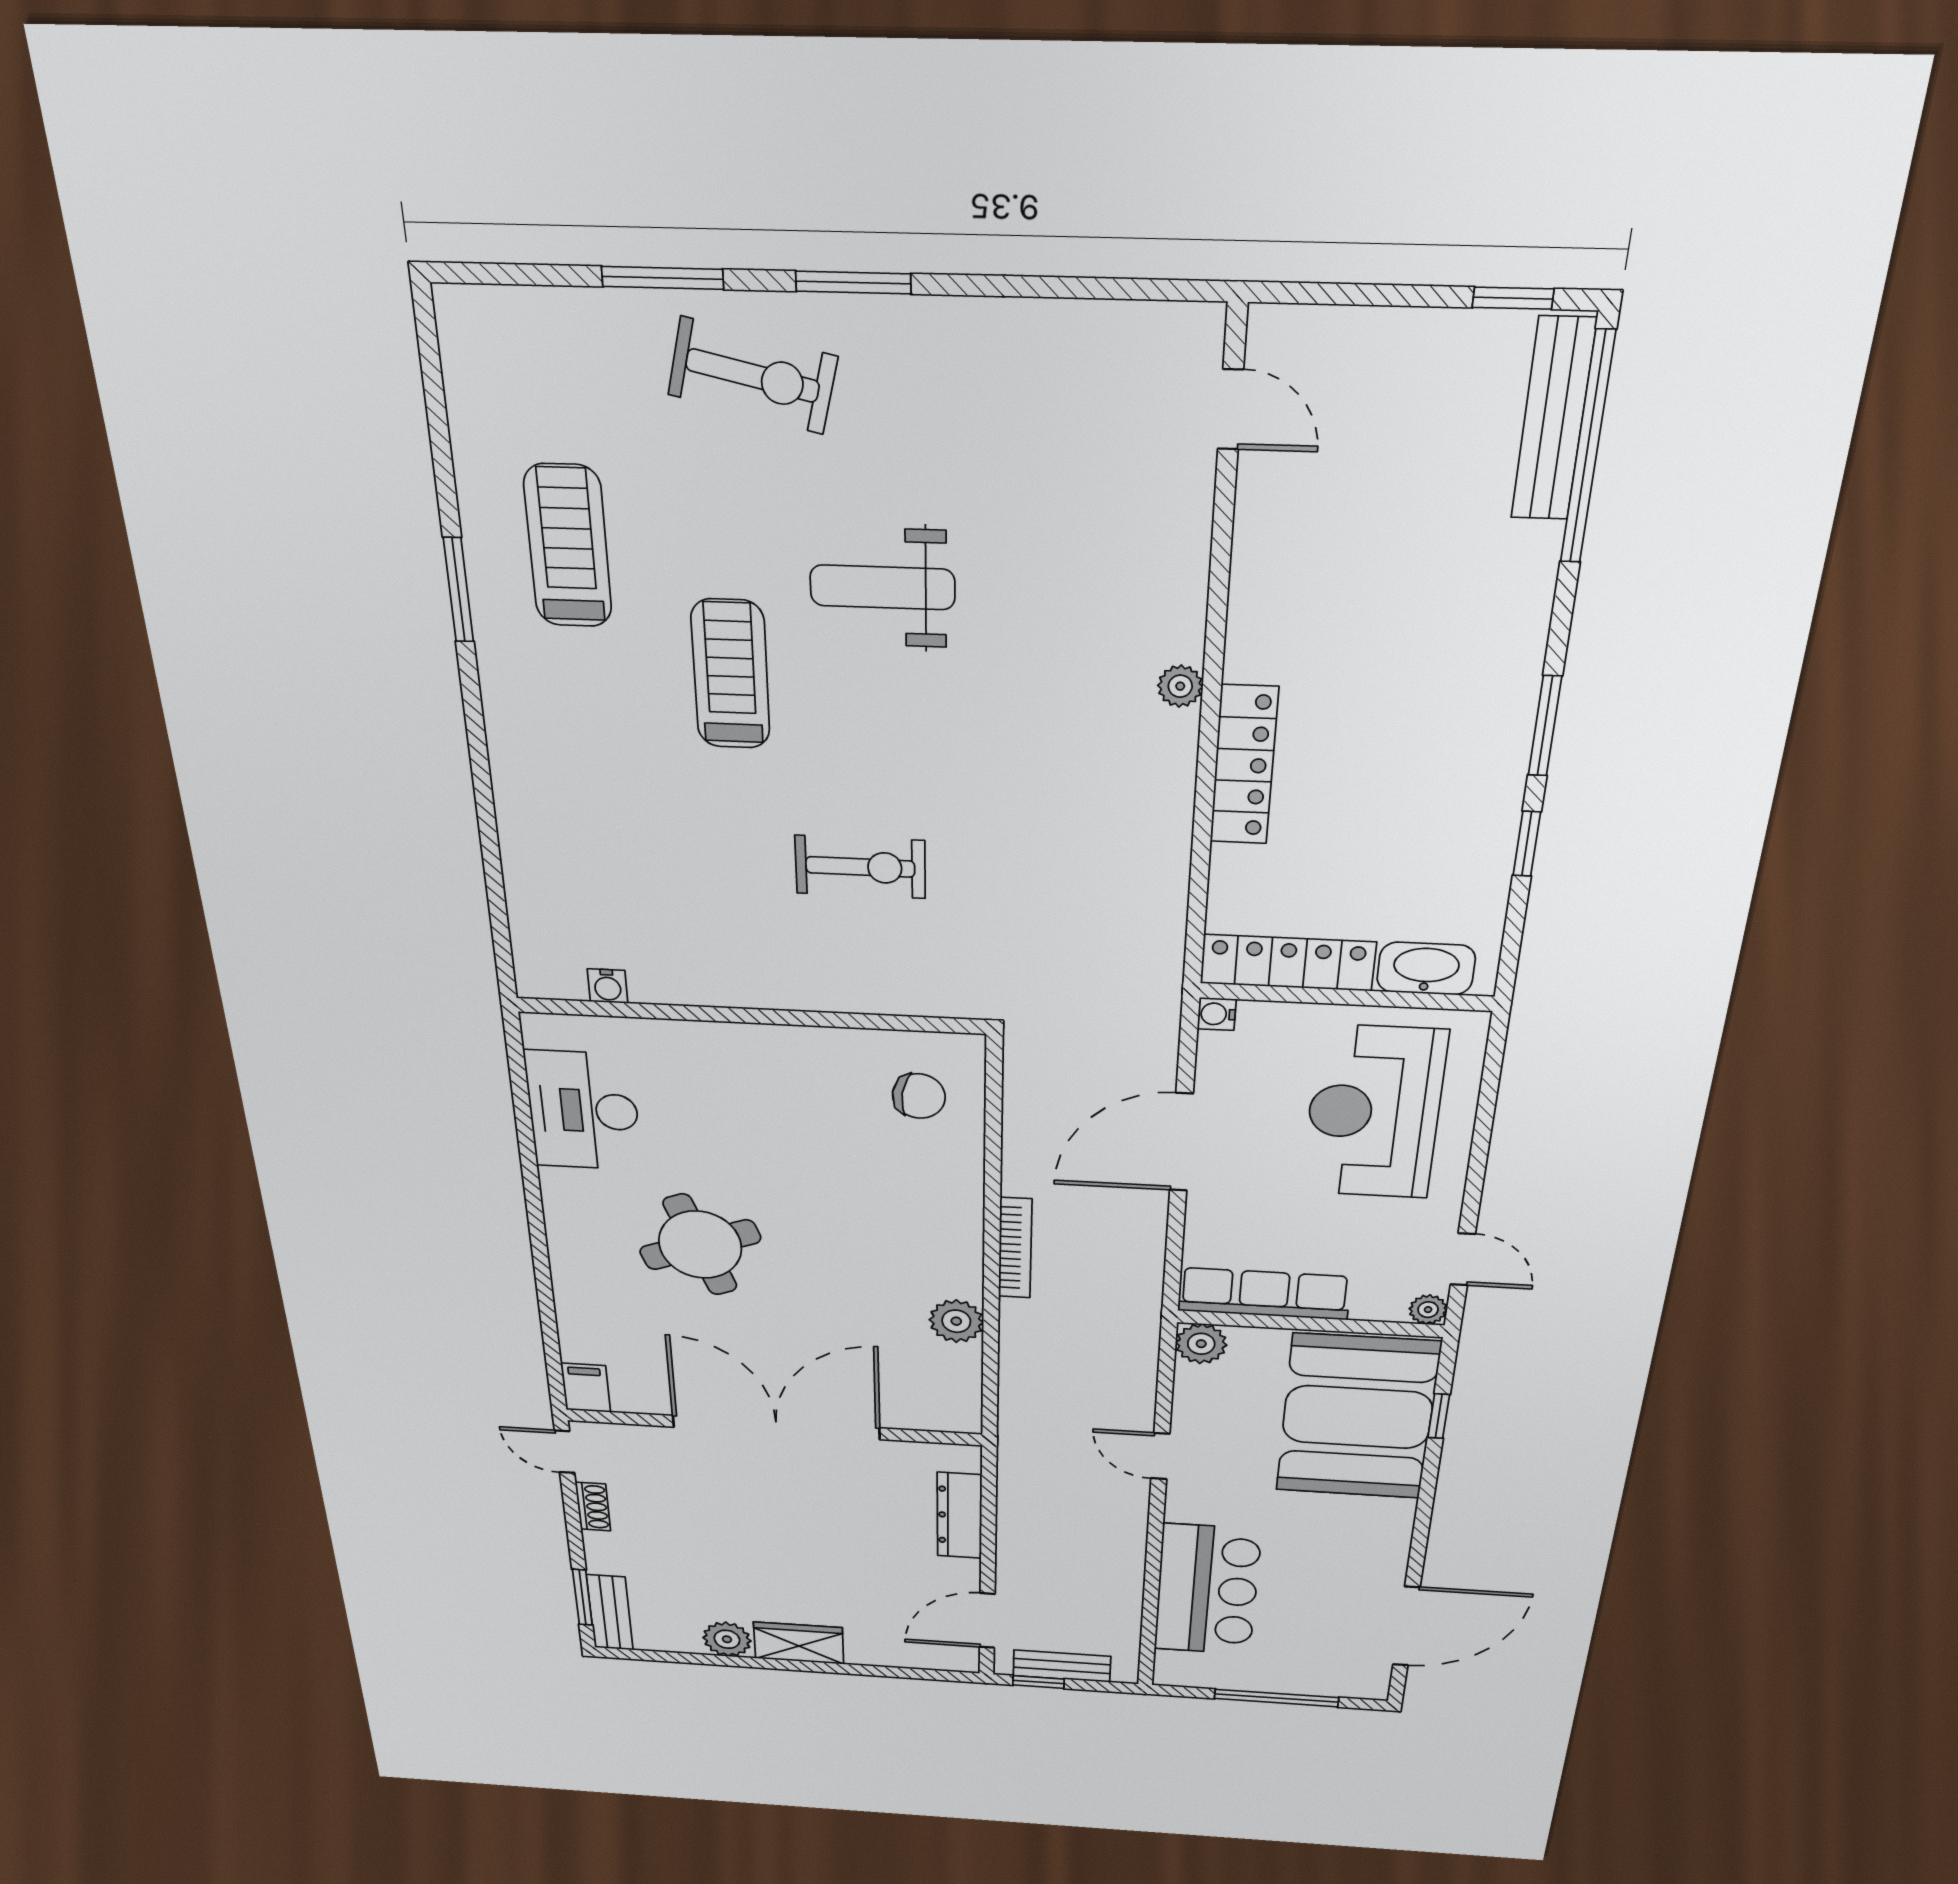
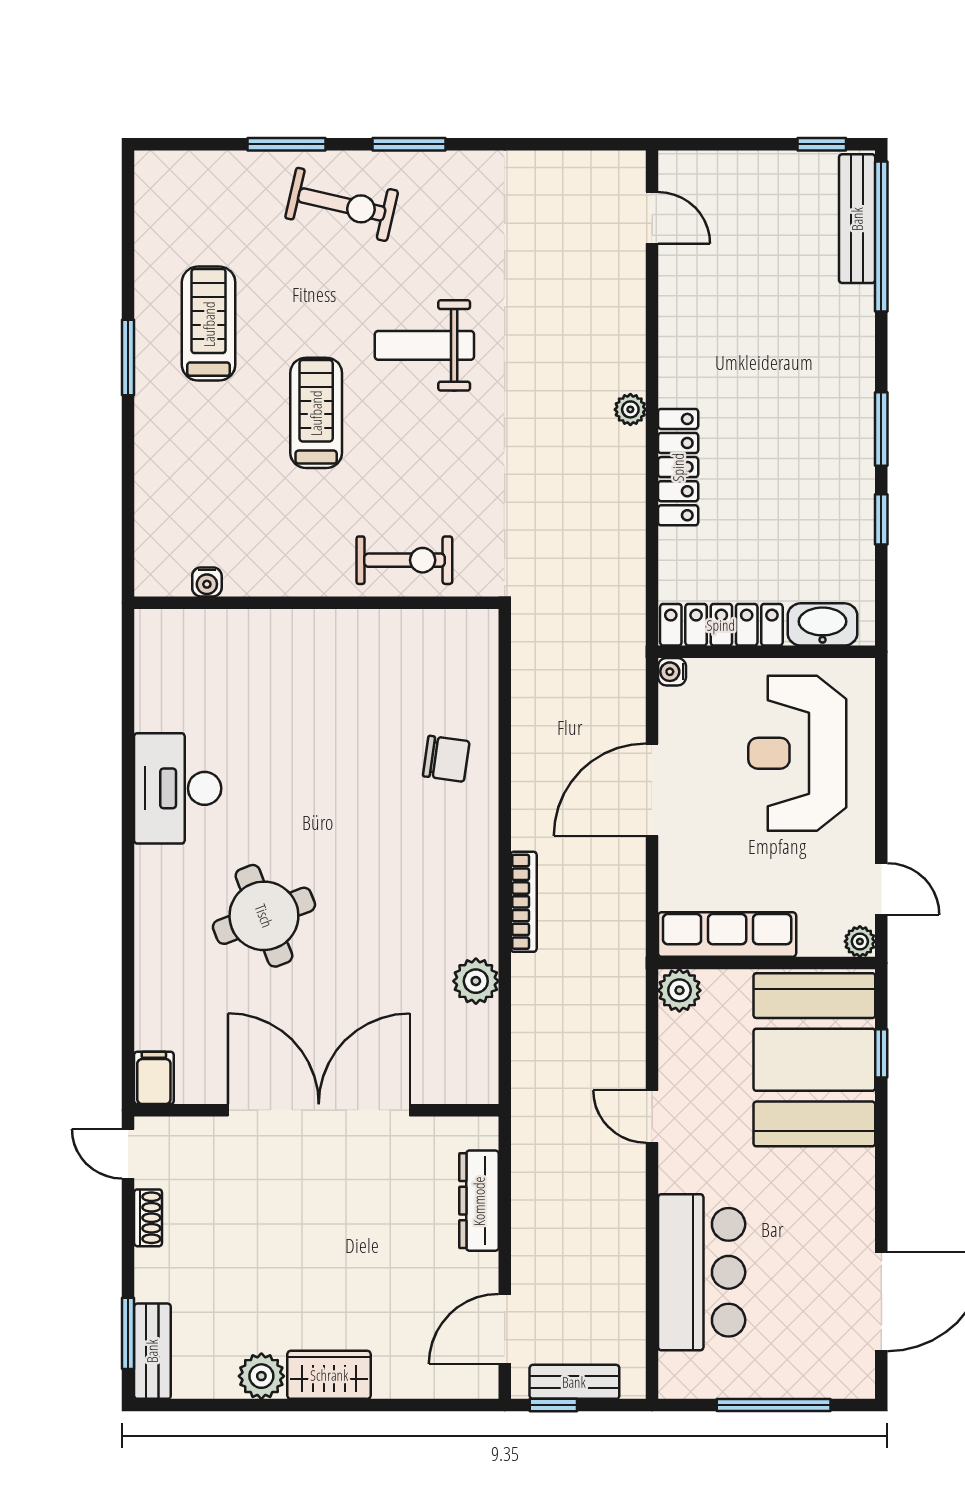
water cooler: (608, 986) -> (207, 582), moved
wall: (750, 1016) -> (316, 603), moved

